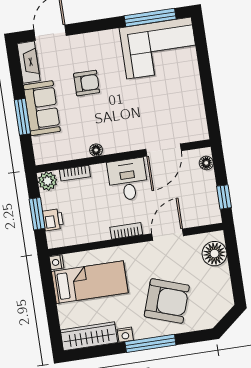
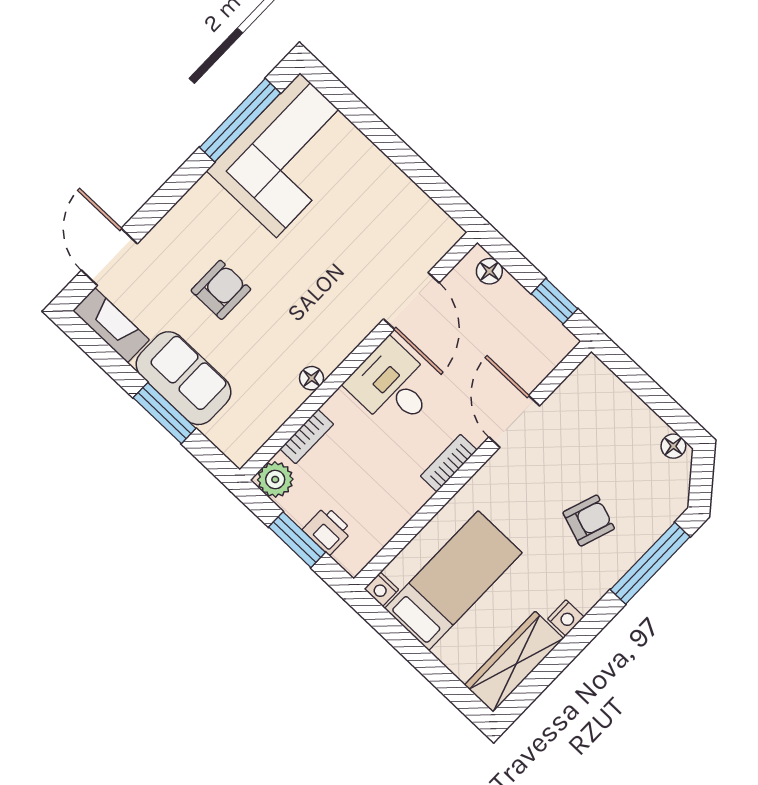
floor lamp: (214, 254) -> (673, 446), moved, width x0.53, depth x0.53
armchair: (167, 301) -> (589, 521), width x0.53, depth x0.53
window: (150, 343) -> (650, 563), moved

